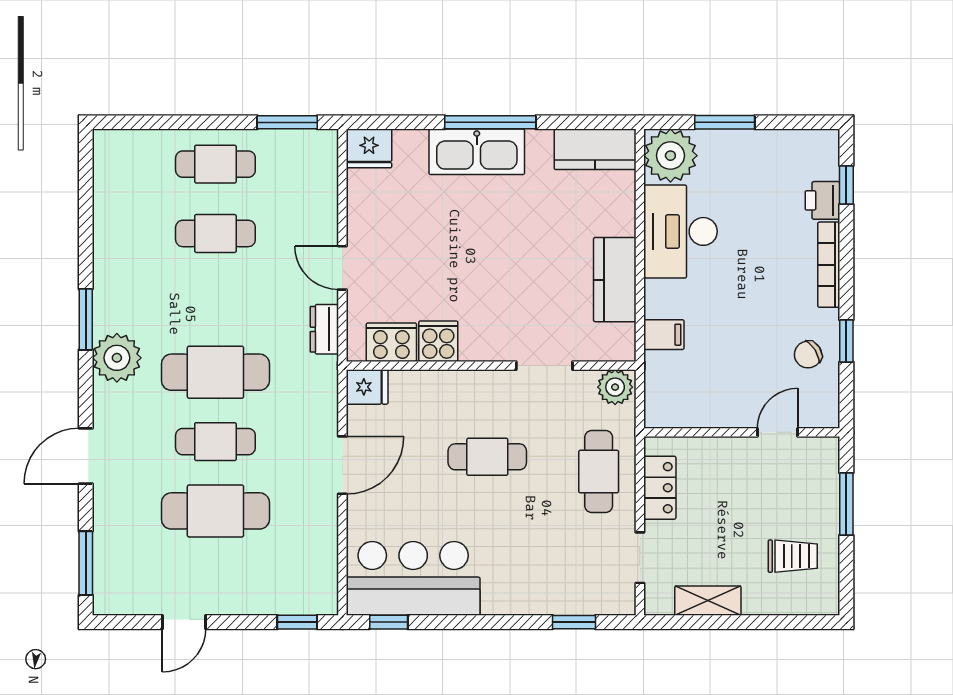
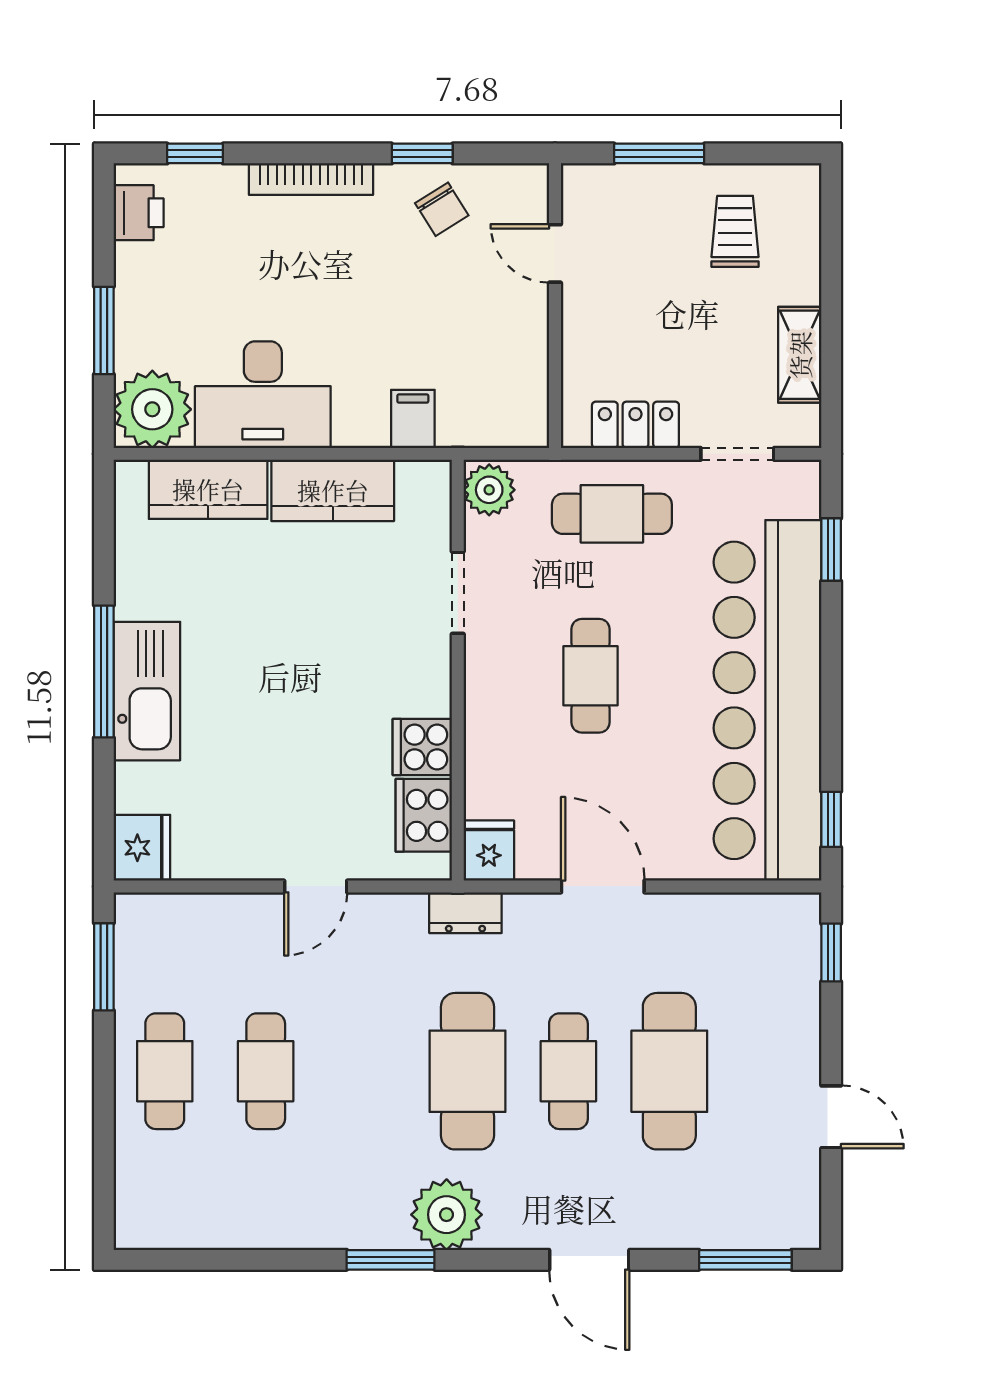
kitchen counter: (595, 149) -> (208, 489), moved, turned 90
printer: (822, 200) -> (139, 213), moved, turned -90
dresser: (324, 329) -> (465, 913), moved
bar counter: (413, 578) -> (767, 700), width x1.86

